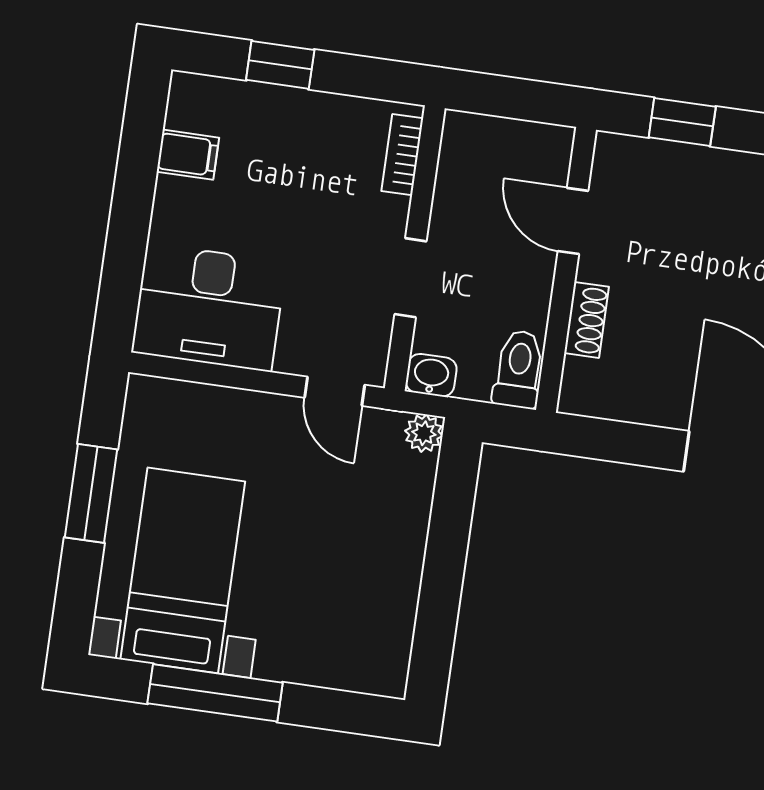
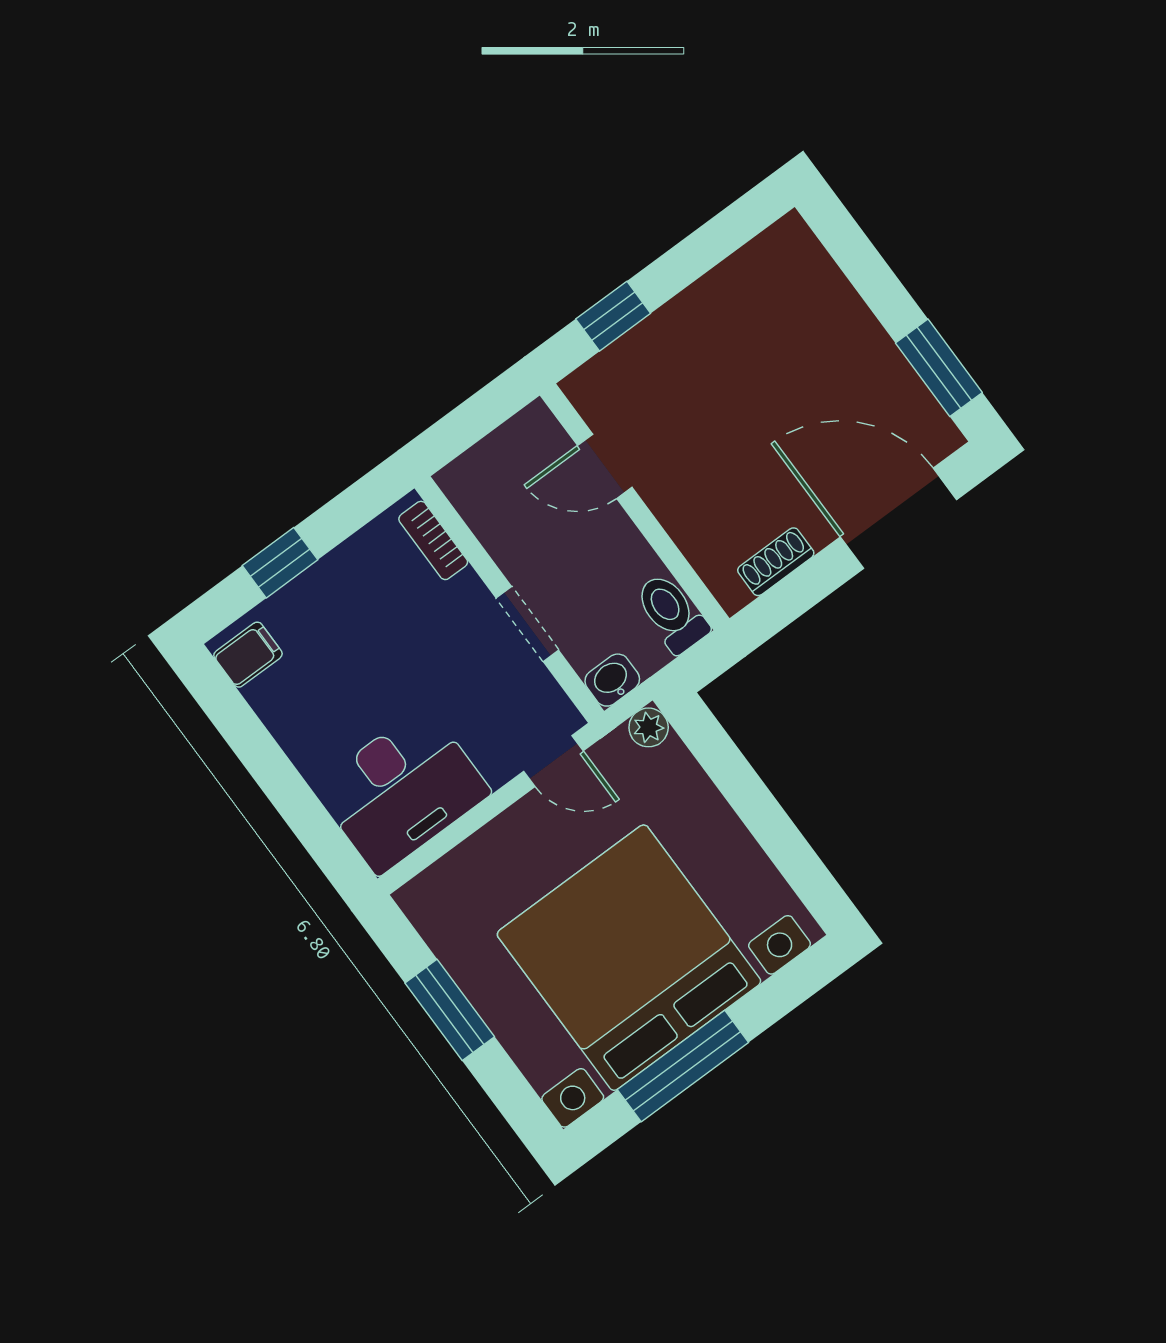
filing cabinet: (188, 155) -> (248, 655), moved
shoe rack: (587, 320) -> (776, 562), moved, turned -90
bed with nightstands: (183, 570) -> (629, 958), width x1.85

